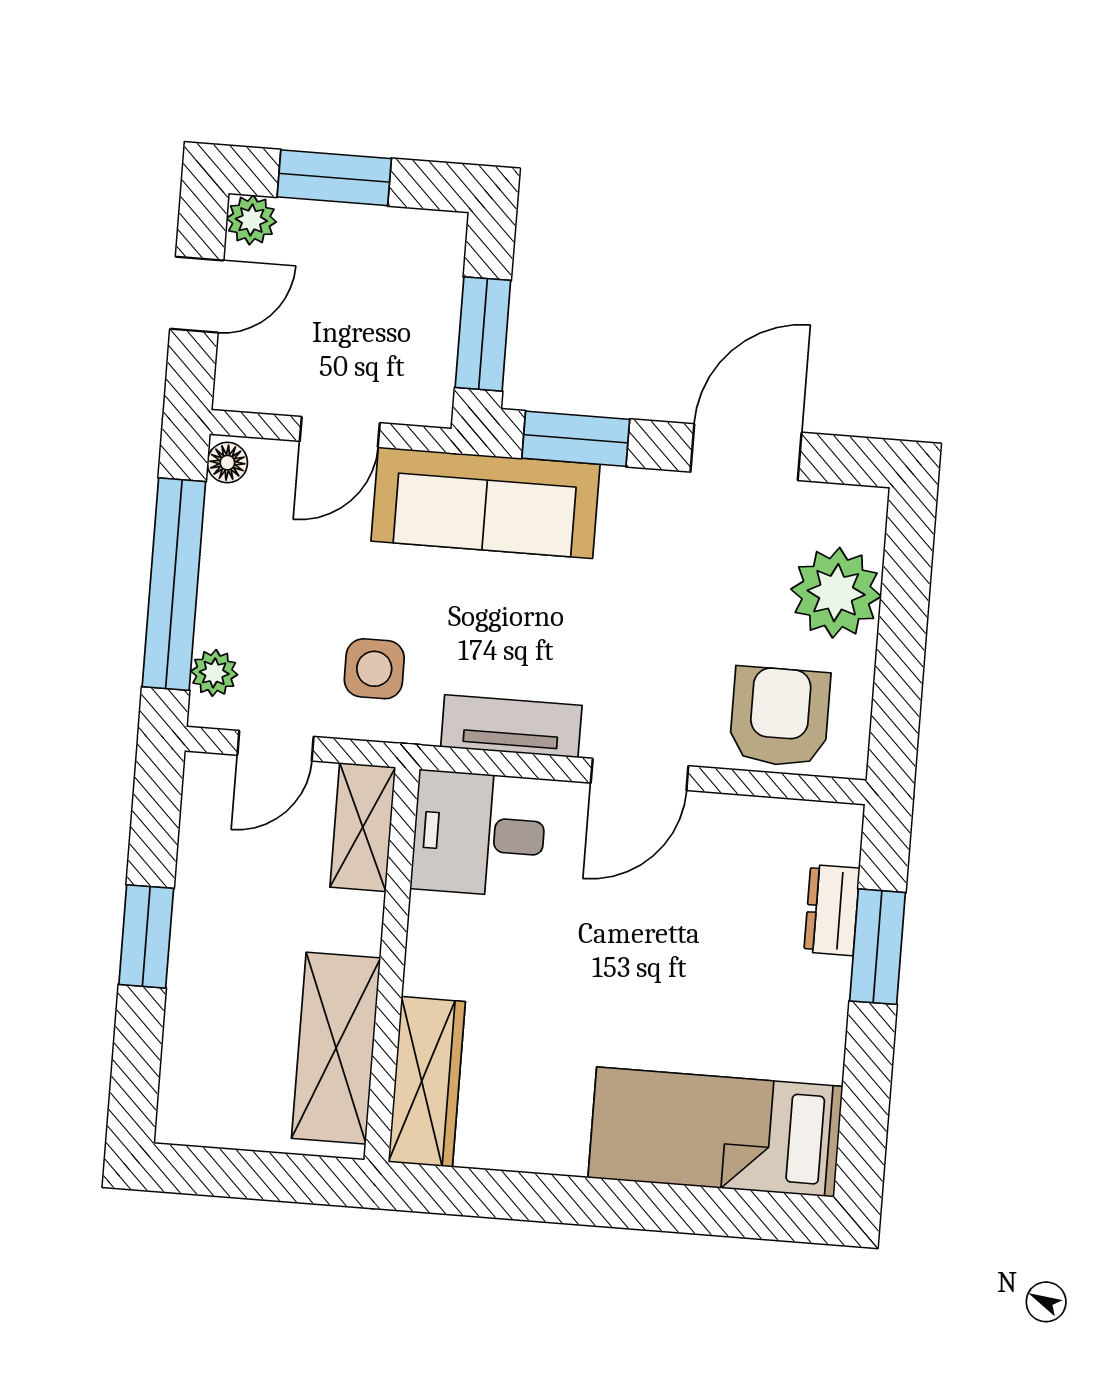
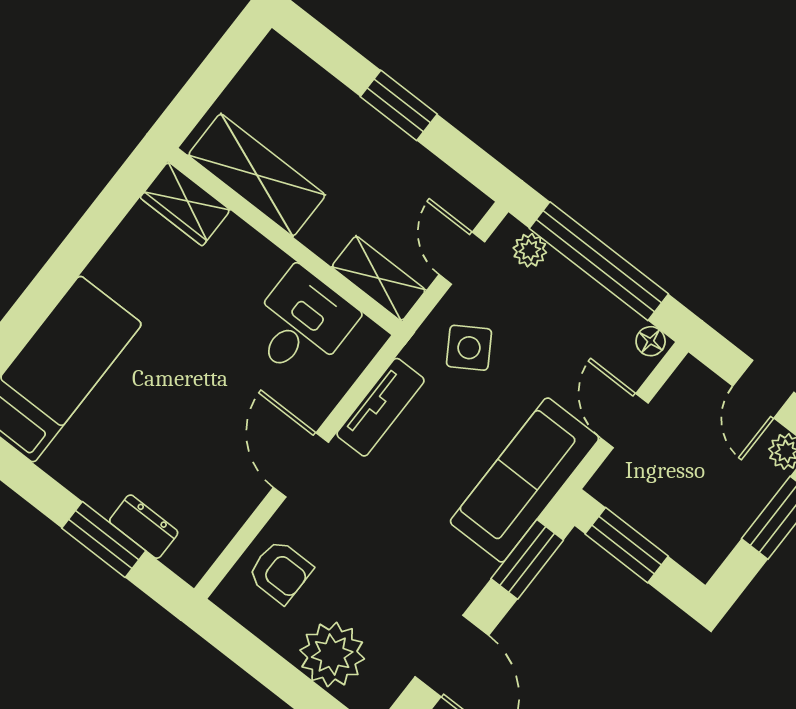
side table: (374, 669) -> (469, 348), turned -32
armchair: (780, 717) -> (280, 572), width x0.72, depth x0.72
desk: (479, 834) -> (301, 324), moved
wardrobe: (427, 1082) -> (185, 204), width x0.67

